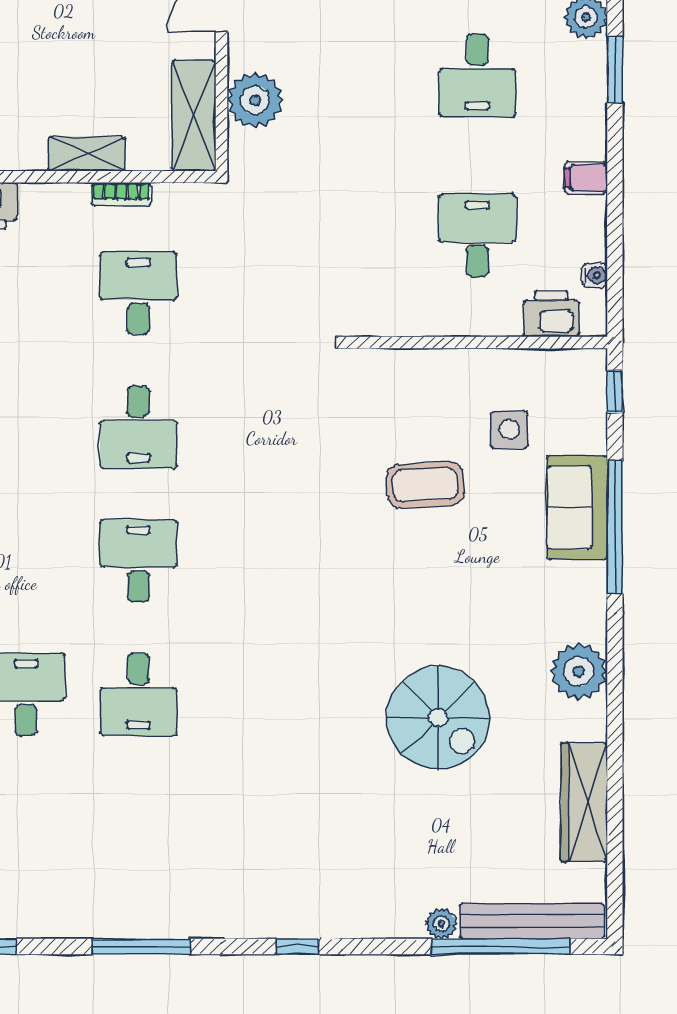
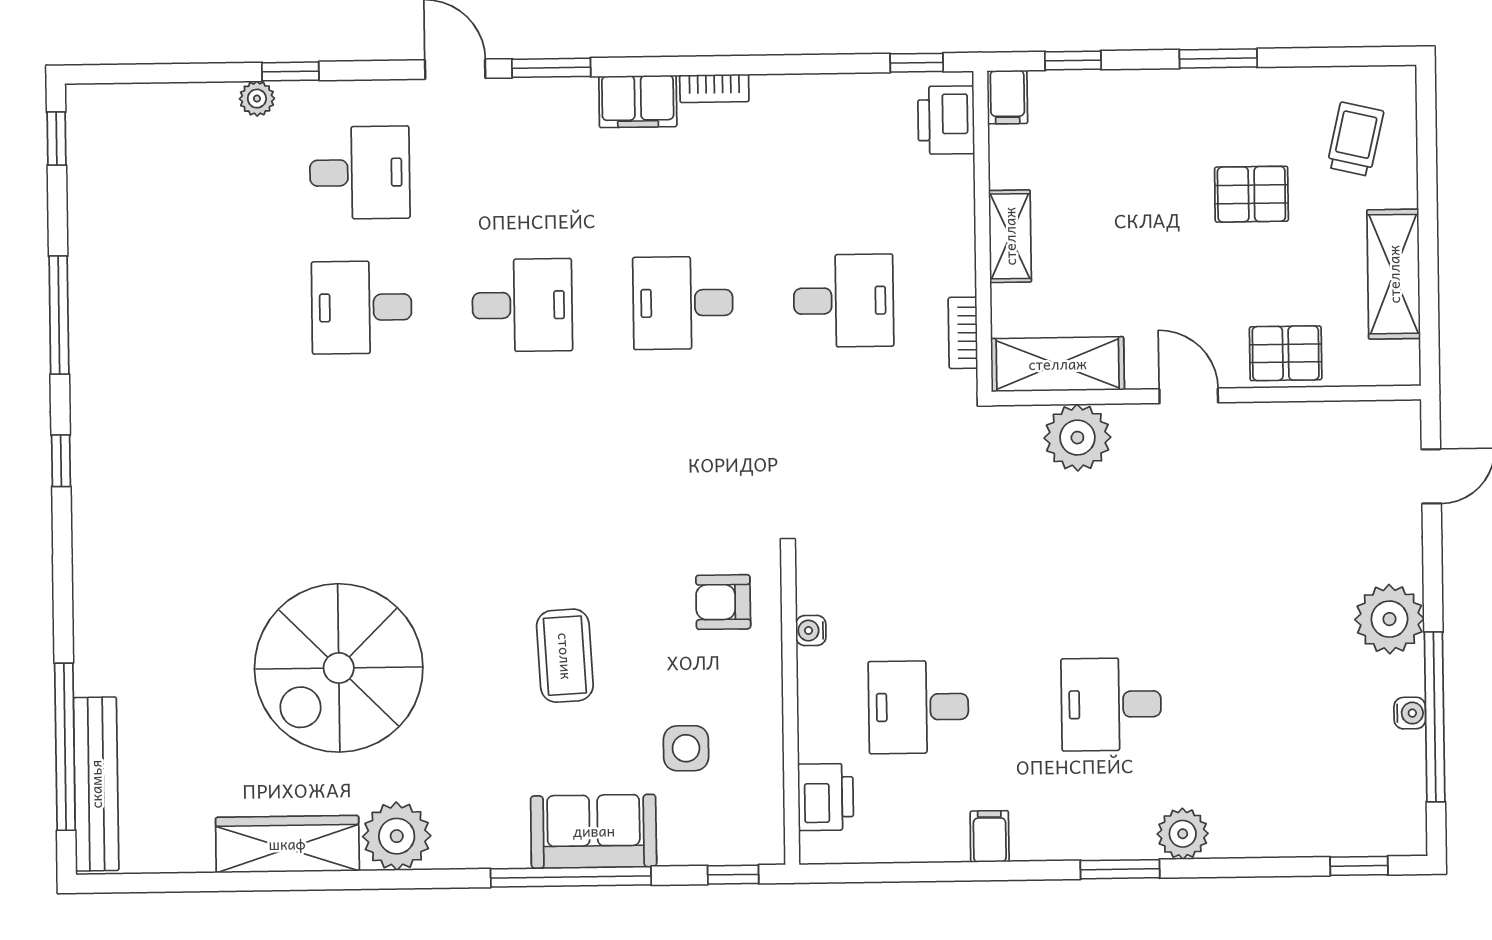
bookcase: (121, 194) -> (963, 333), moved
desk: (477, 236) -> (918, 707), turned 180
water cooler: (595, 275) -> (811, 631), moved, turned 90
armchair: (388, 397) -> (723, 602), added
coffee table: (425, 485) -> (565, 656), moved
spiral stairs: (438, 718) -> (339, 668), width x1.37, depth x1.37
wardrobe: (584, 802) -> (287, 844), moved
plant: (441, 924) -> (91, 675), removed
window: (298, 946) -> (61, 461), moved

